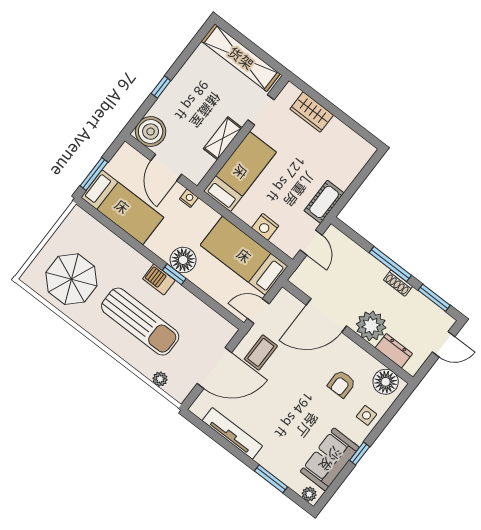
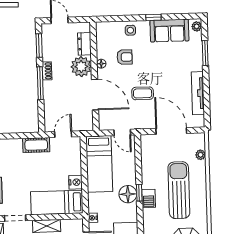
nightstand: (265, 227) -> (75, 182), moved
coffee table: (261, 352) -> (143, 93), moved
floor lamp: (386, 382) -> (101, 64), moved, width x0.53, depth x0.53

